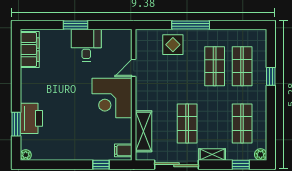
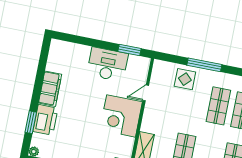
window: (75, 25) -> (130, 50), moved
desk: (86, 45) -> (108, 64), width x1.37
filing cabinet: (30, 50) -> (50, 89), moved

